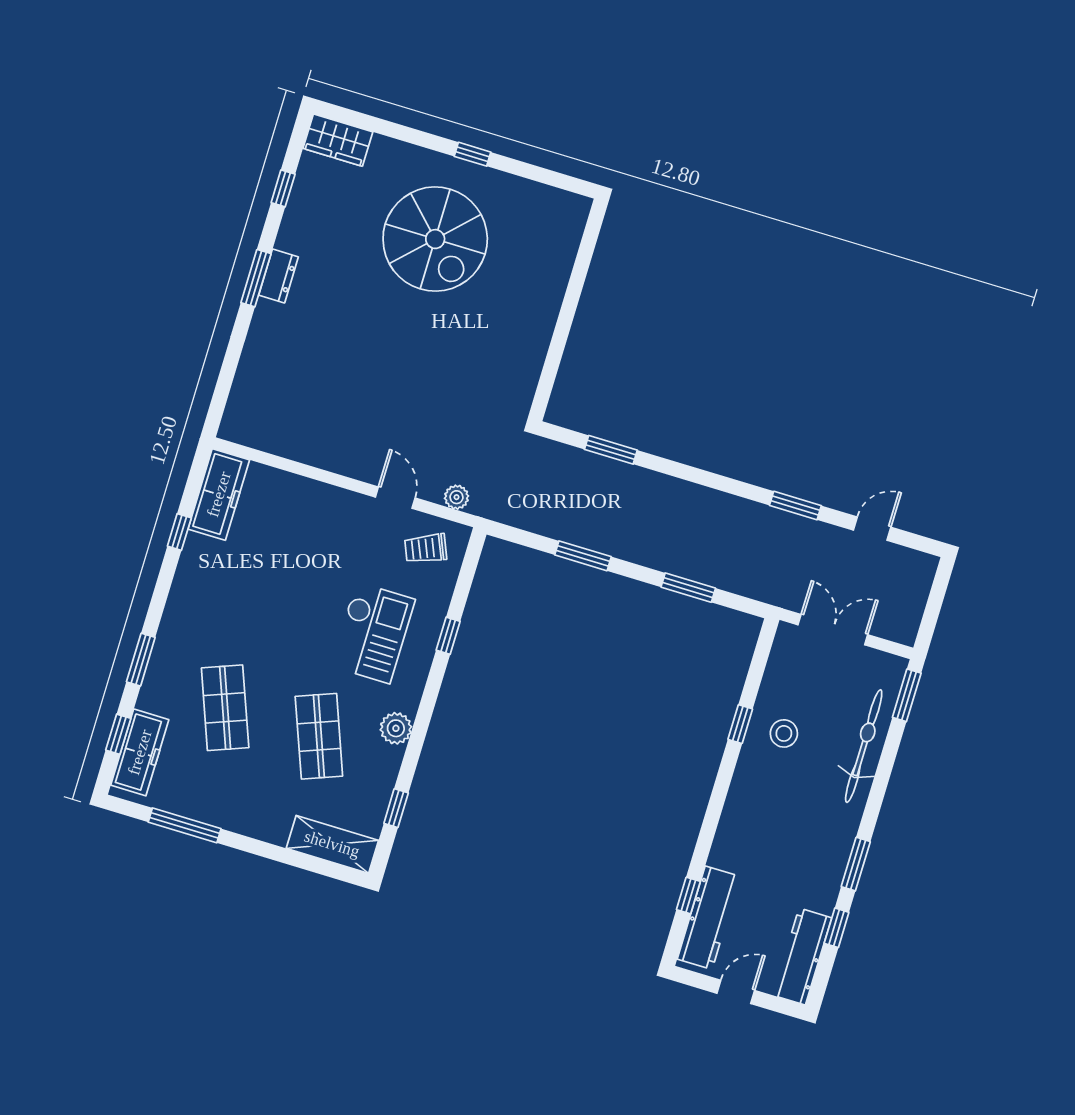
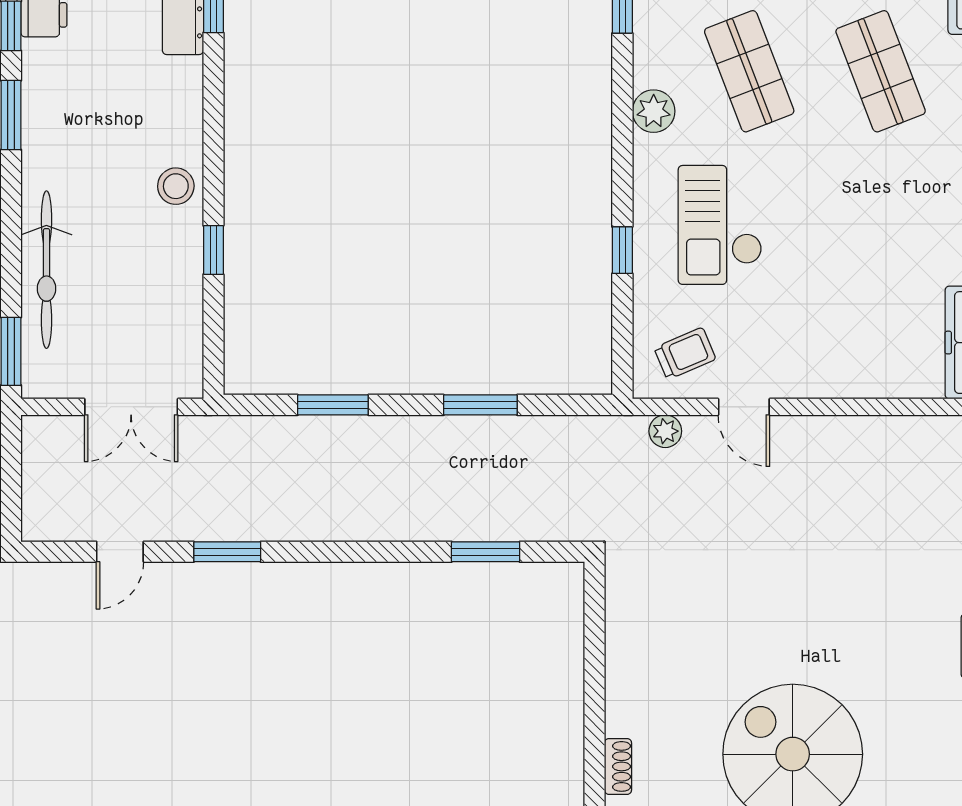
shoe rack: (563, 268) -> (618, 766), added
stool: (784, 733) -> (176, 186), moved

